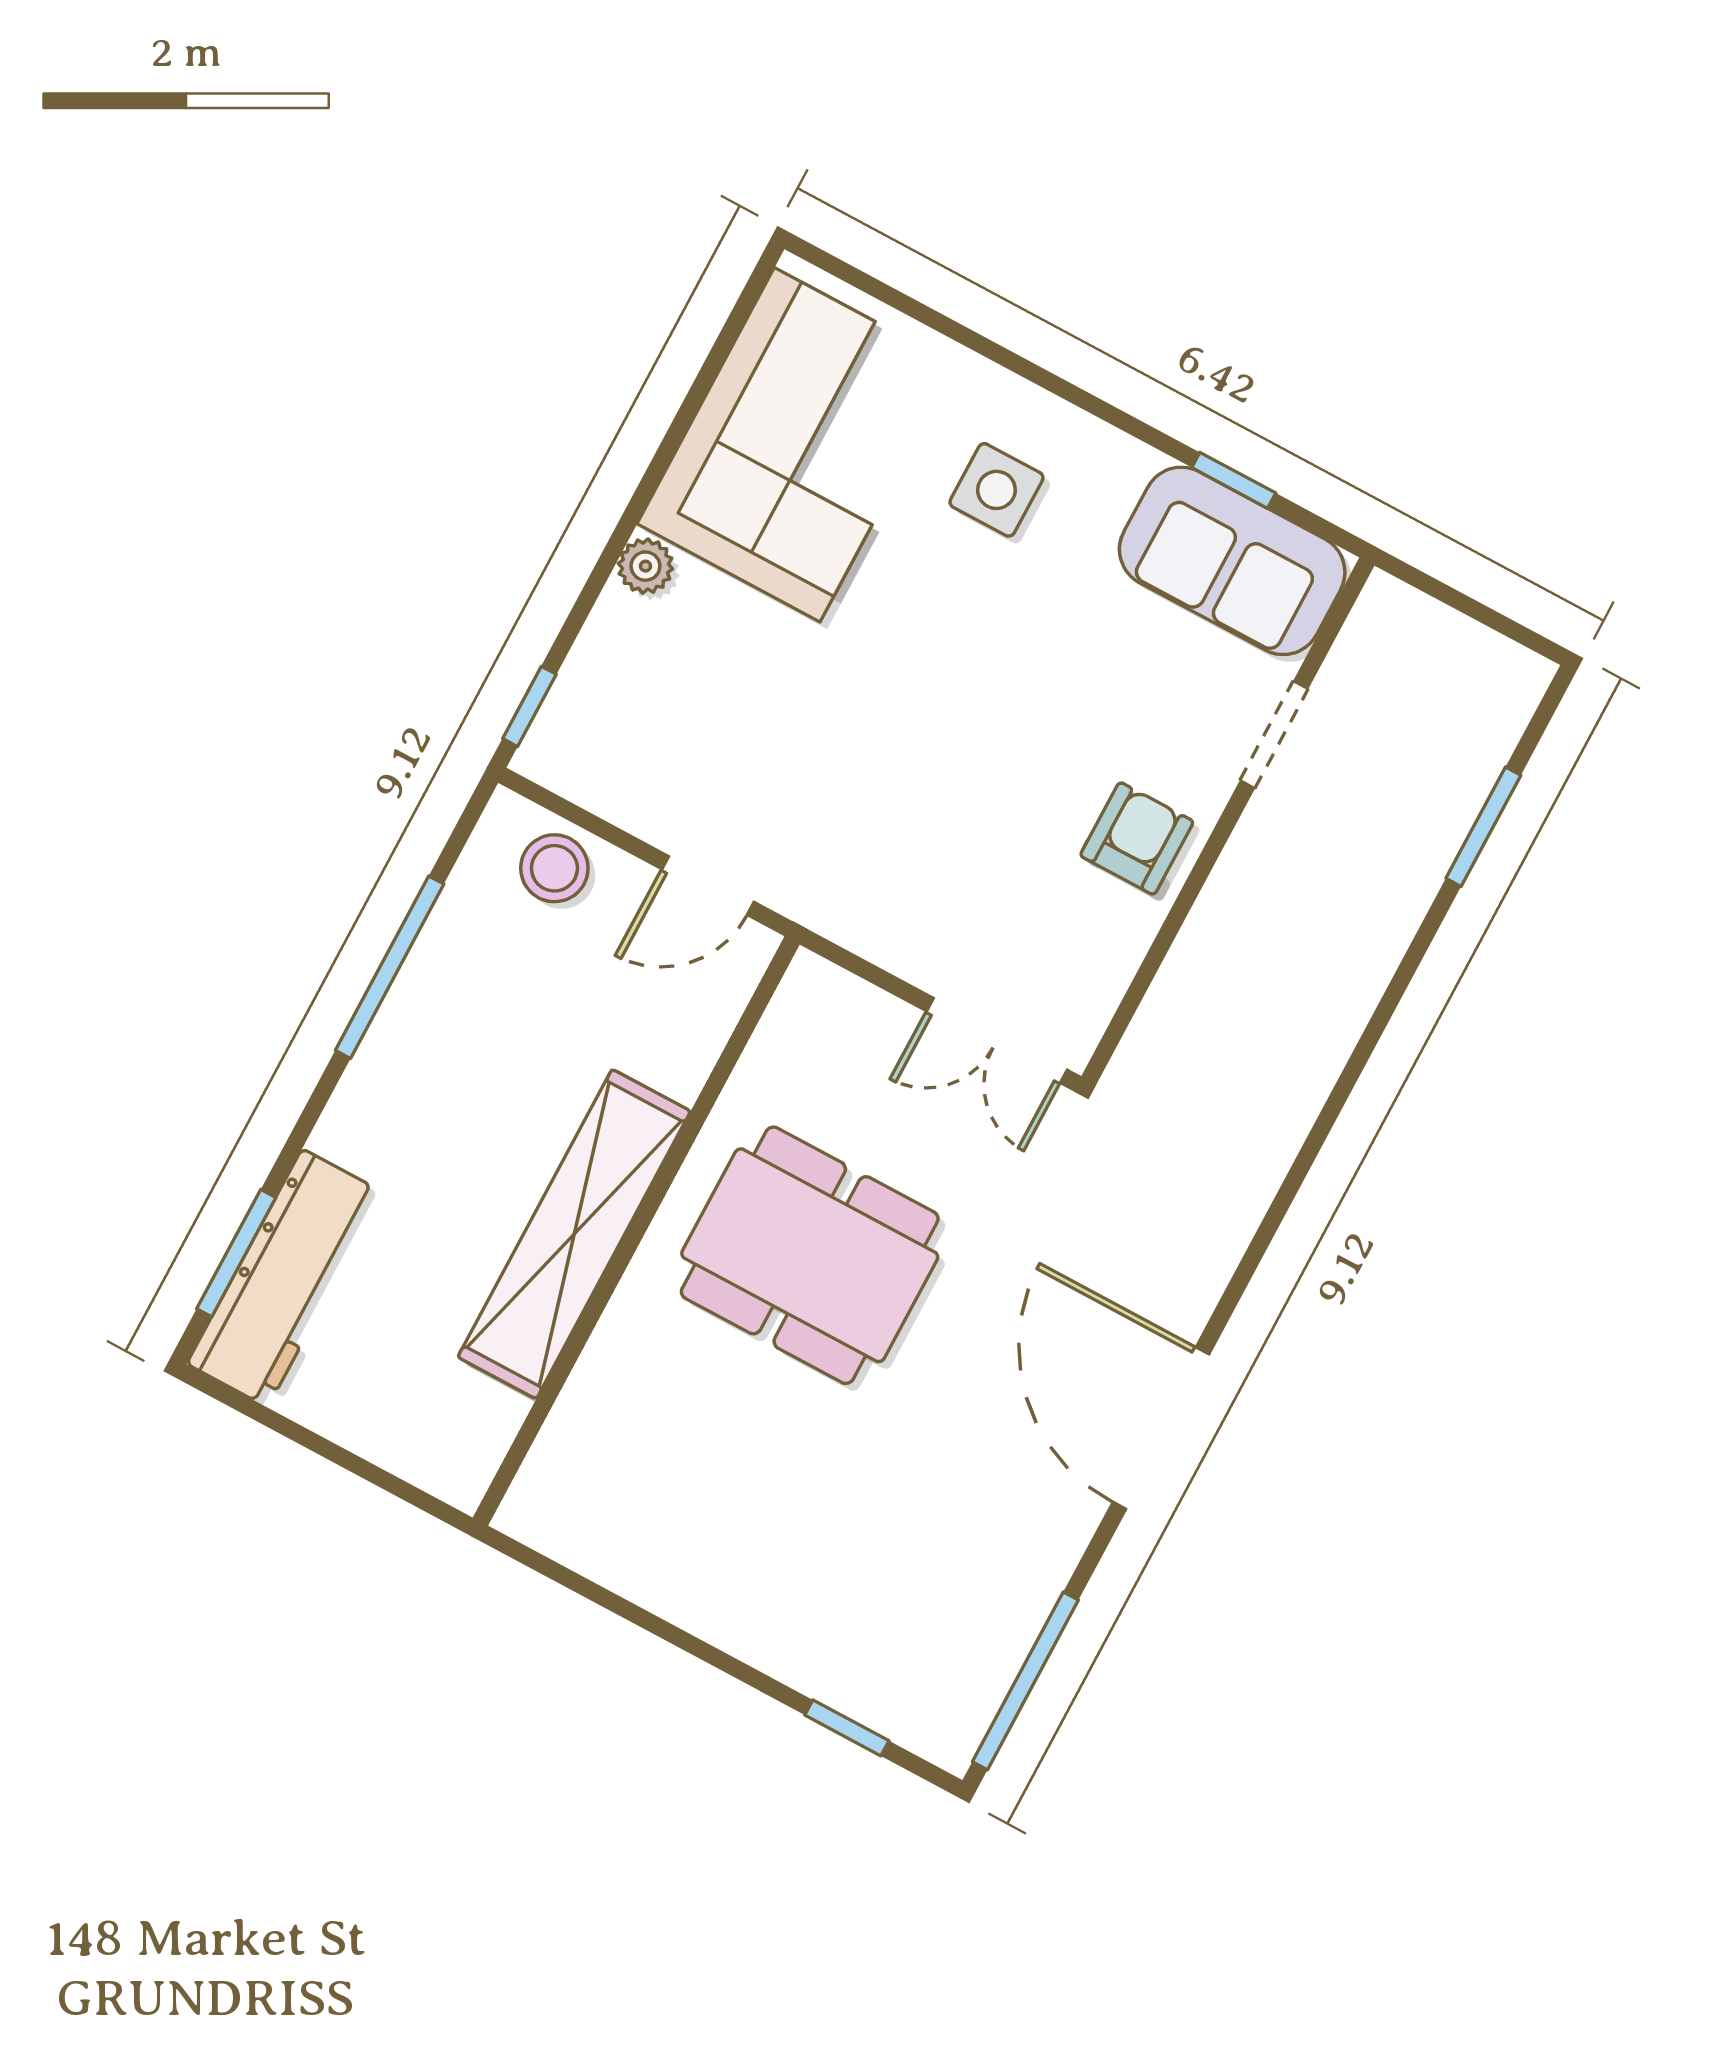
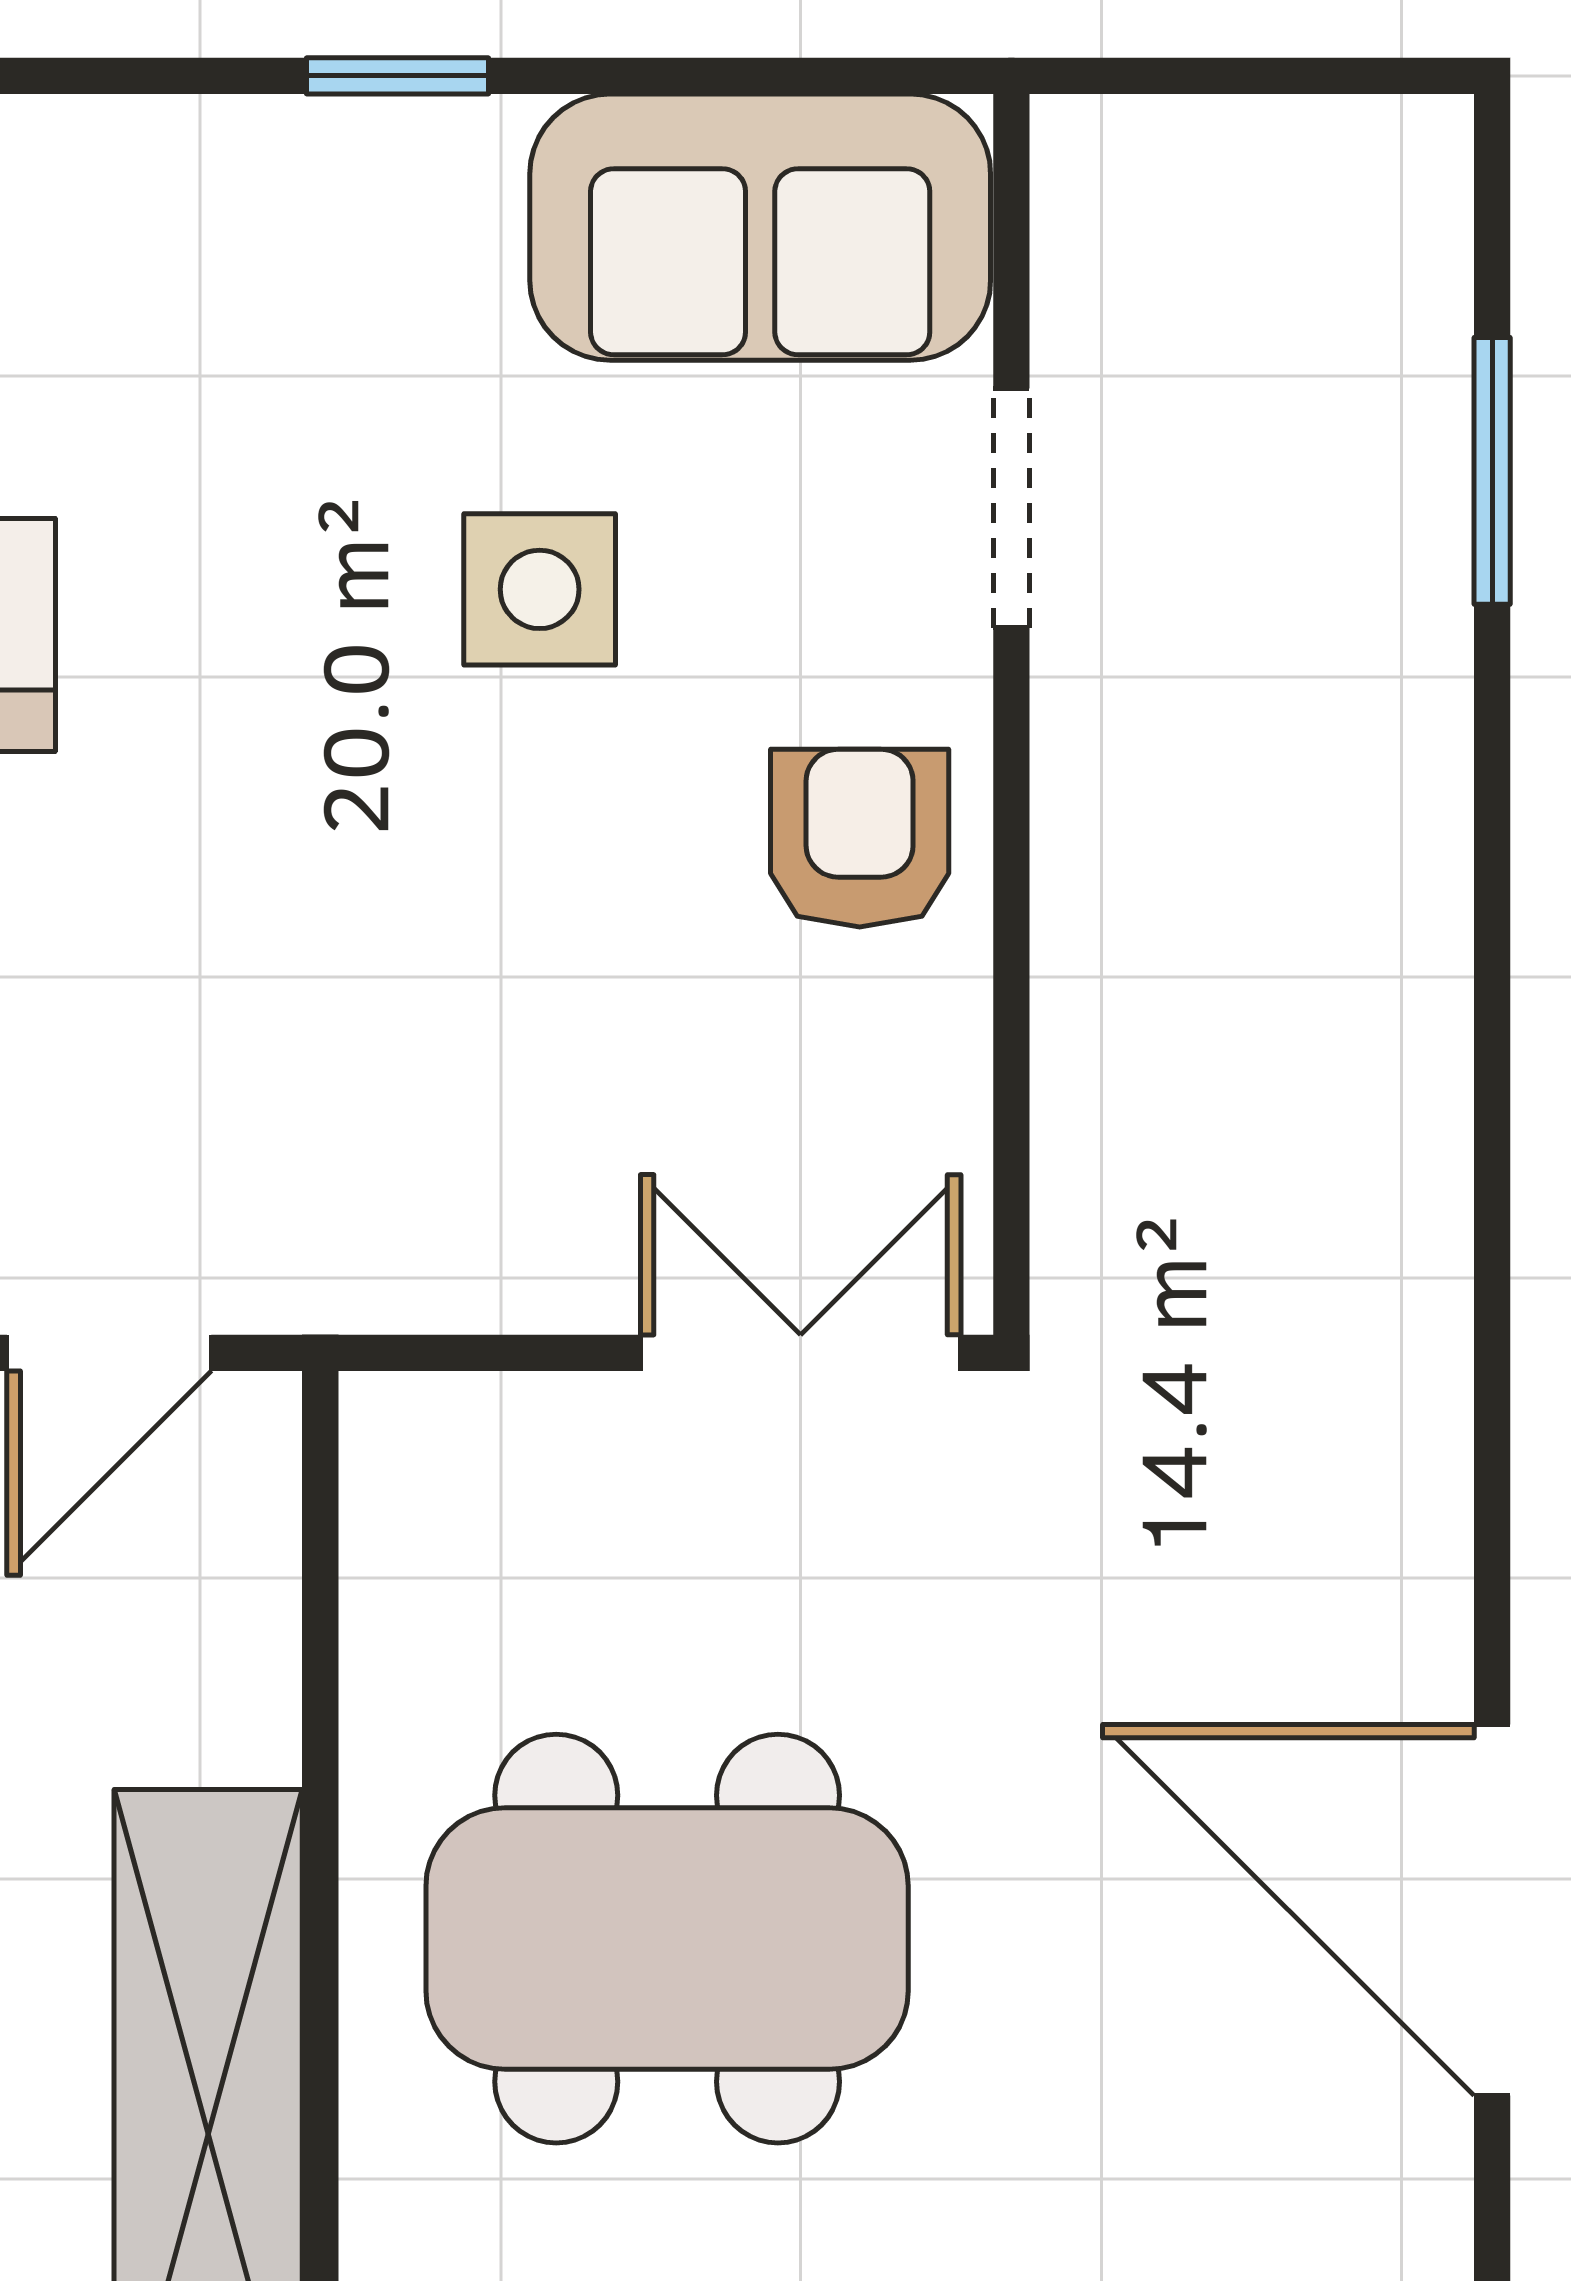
window: (1234, 480) -> (397, 76), moved
side table: (996, 490) -> (540, 589), moved
double door: (997, 1040) -> (801, 1353), swing flipped

